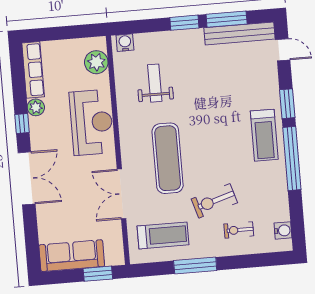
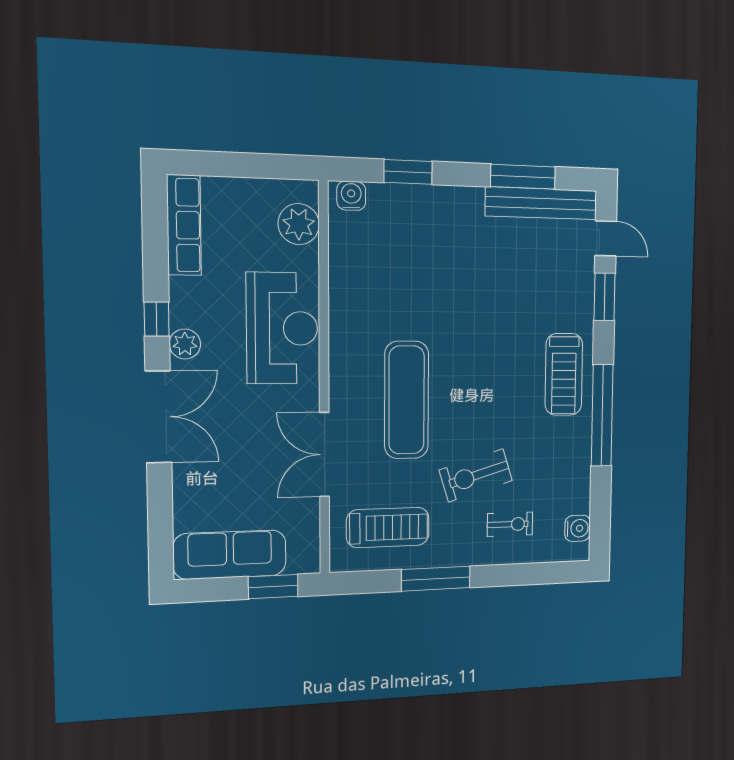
window: (184, 23) -> (408, 172), moved
weight bench: (155, 83) -> (396, 271), removed
window: (287, 104) -> (604, 297), moved
plant: (36, 107) -> (185, 344), moved
exercise bike: (239, 230) -> (510, 524), turned 180

